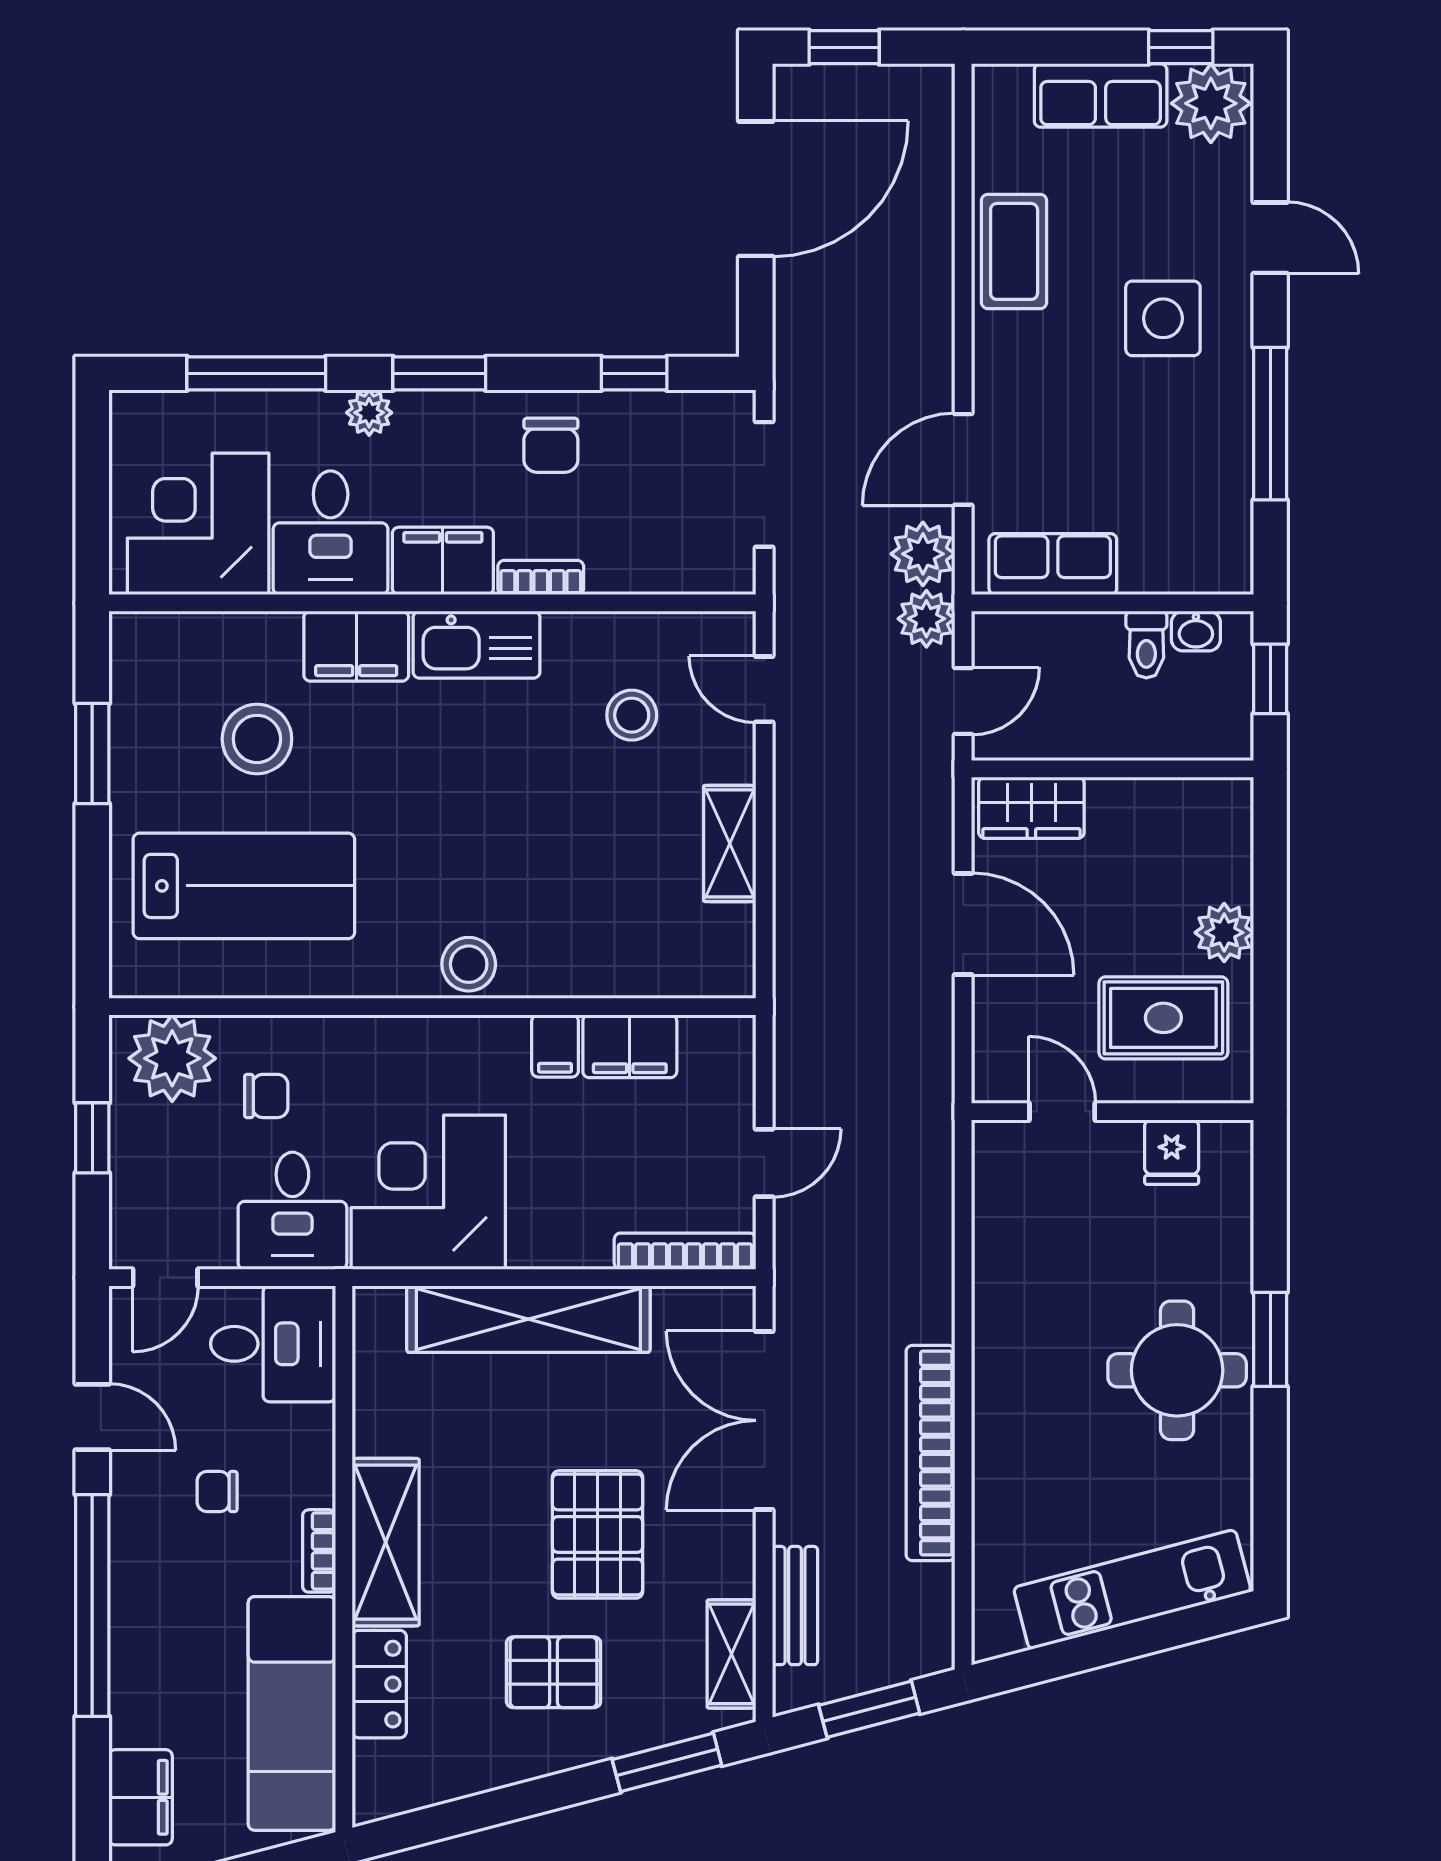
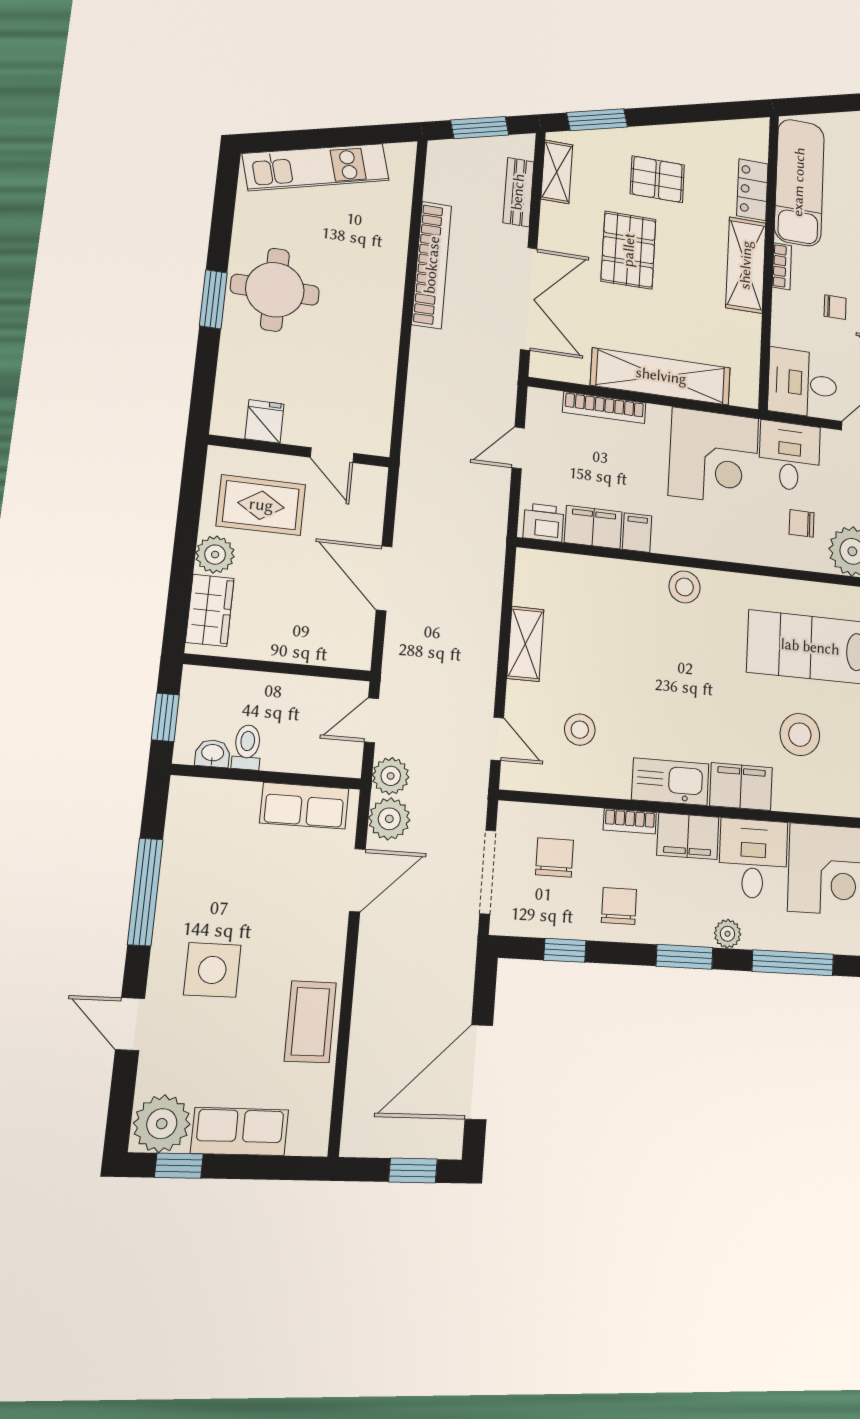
chair: (660, 513) -> (555, 857), added
wardrobe: (1031, 808) -> (210, 610), moved, turned 90
printer: (713, 1044) -> (544, 522), added
bookcase: (685, 1251) -> (604, 408), moved

